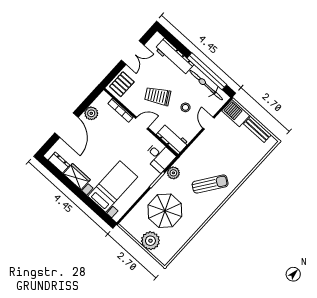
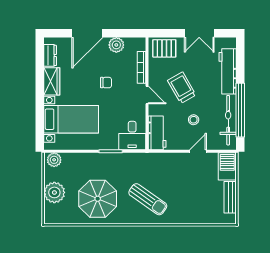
chair: (110, 142) -> (106, 83), added
plant: (173, 173) -> (54, 160), moved
parasol: (165, 211) -> (98, 199), moved

